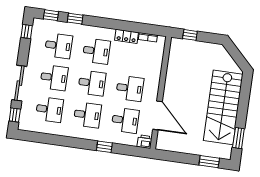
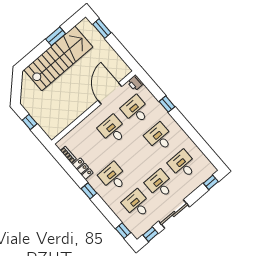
window: (75, 19) -> (89, 191), moved
window: (190, 35) -> (30, 122), moved
sliding door: (19, 83) -> (174, 214), moved
desk: (92, 83) -> (136, 157), removed
window: (238, 138) -> (56, 36), moved

